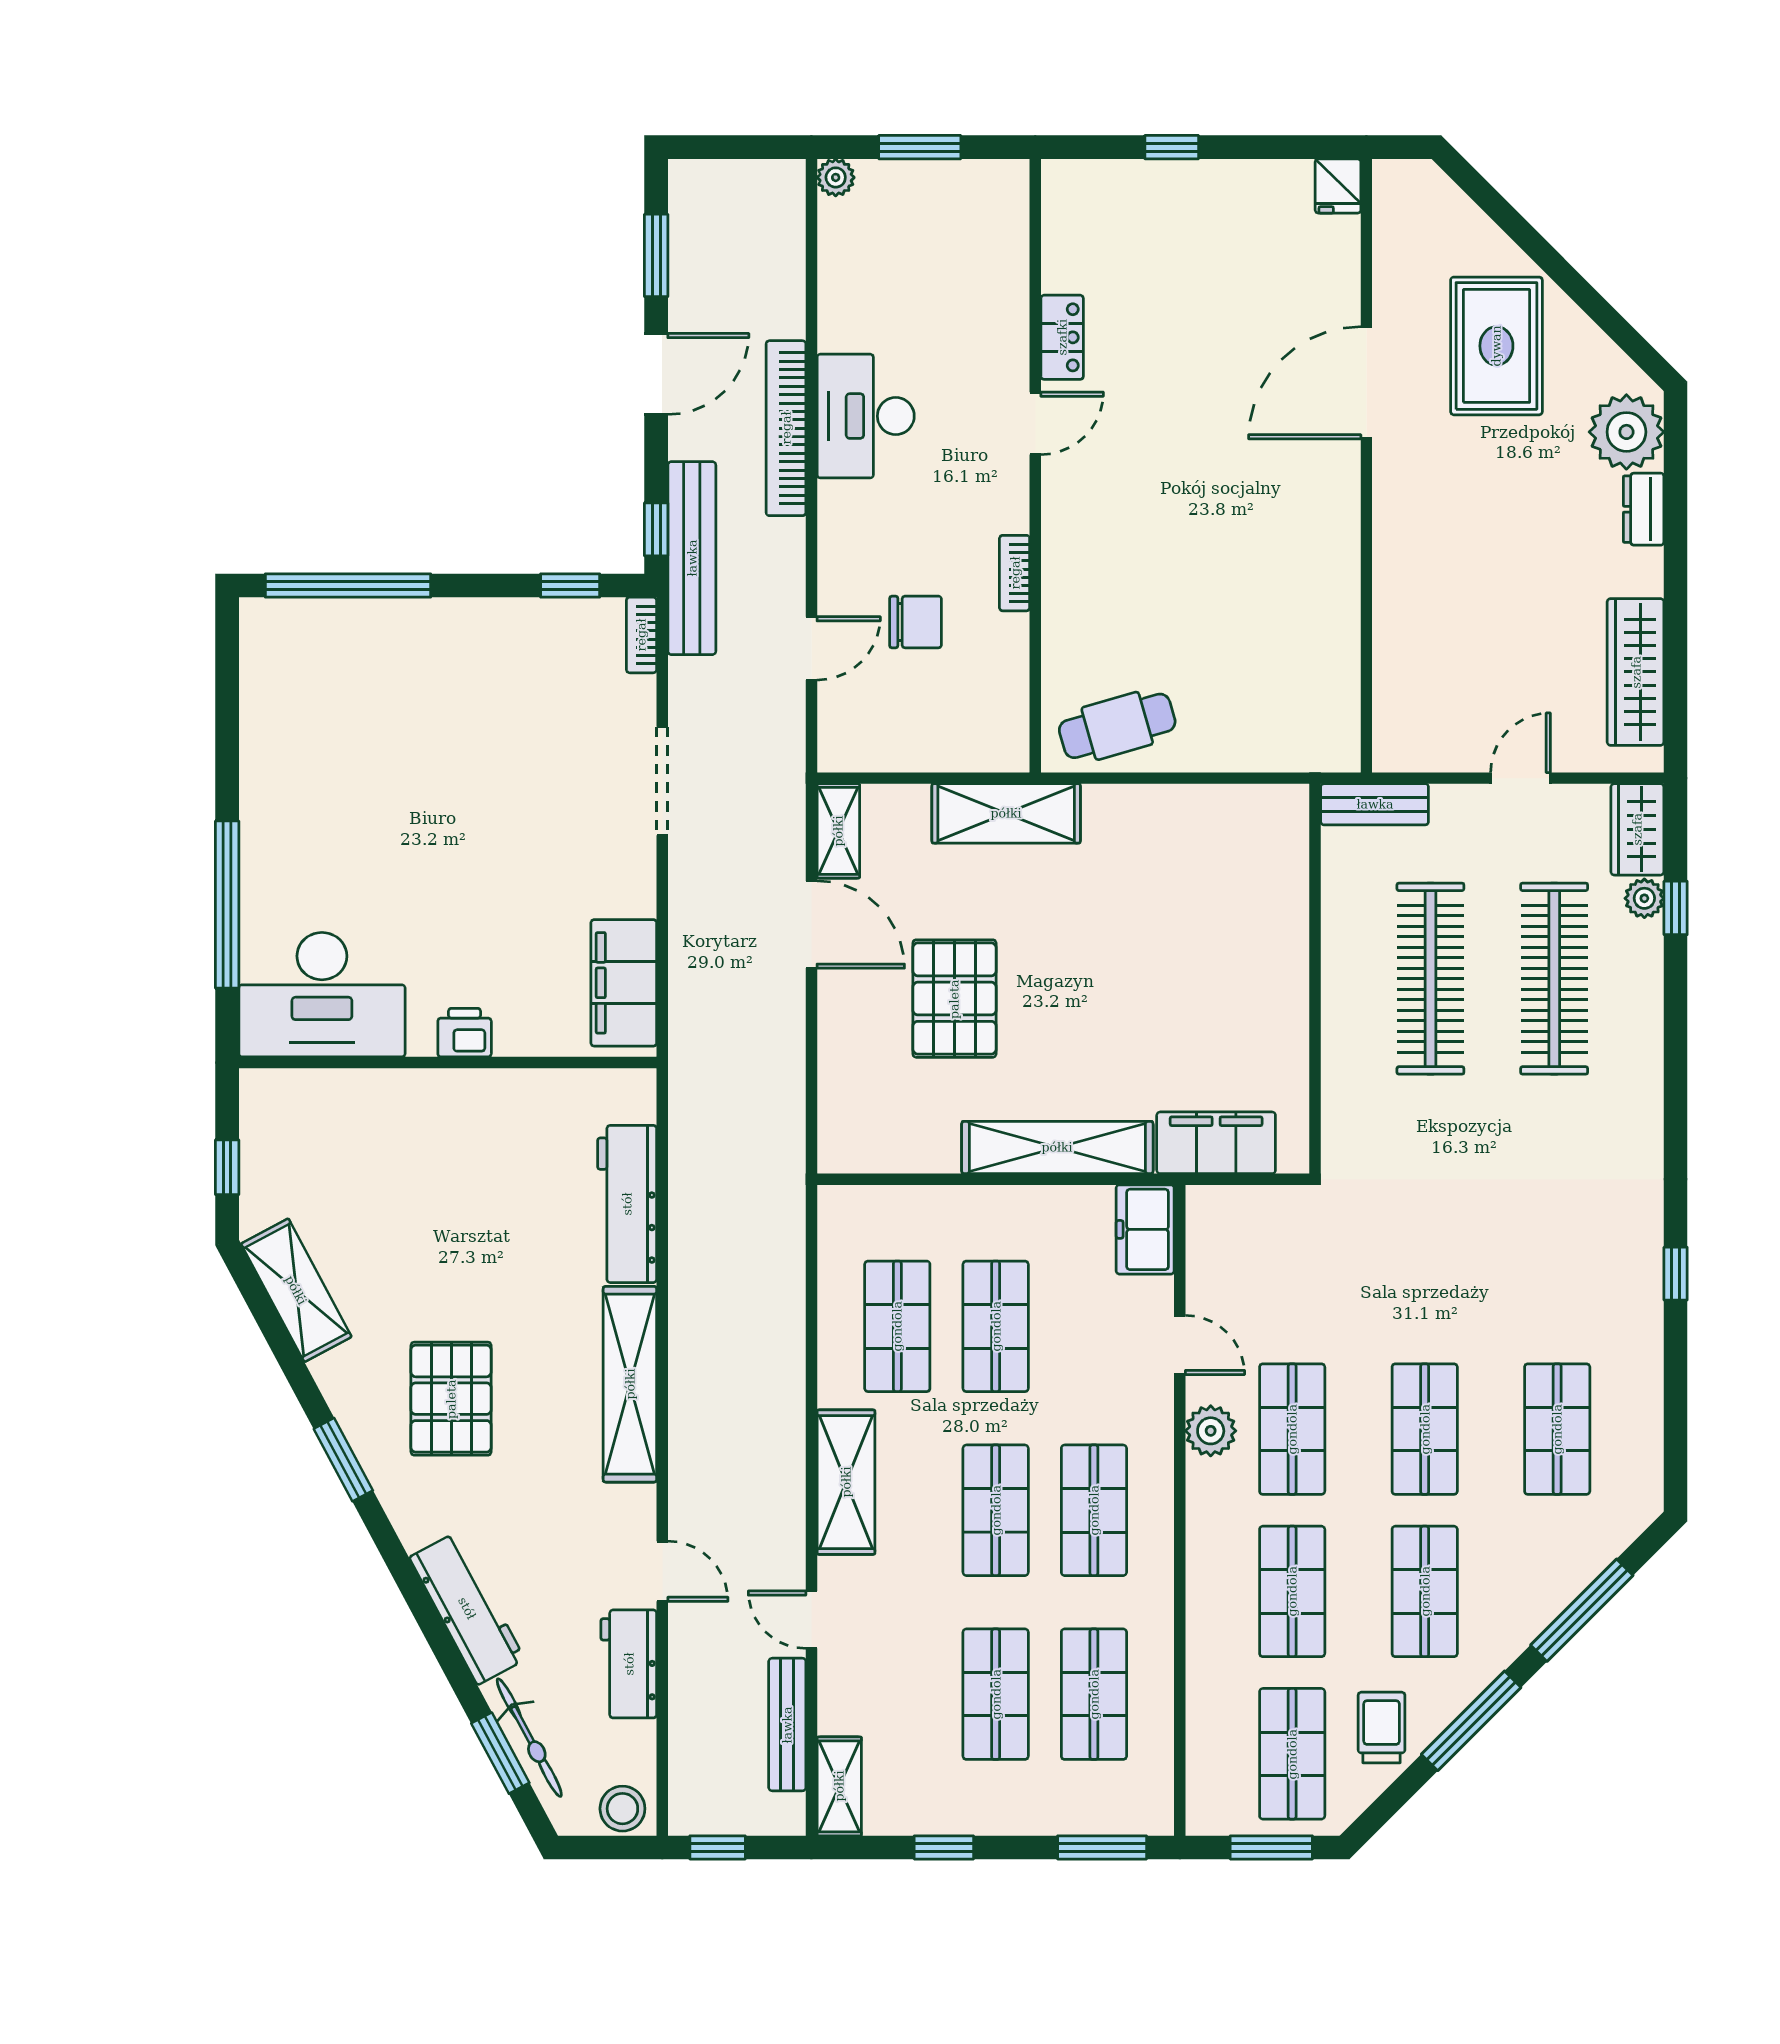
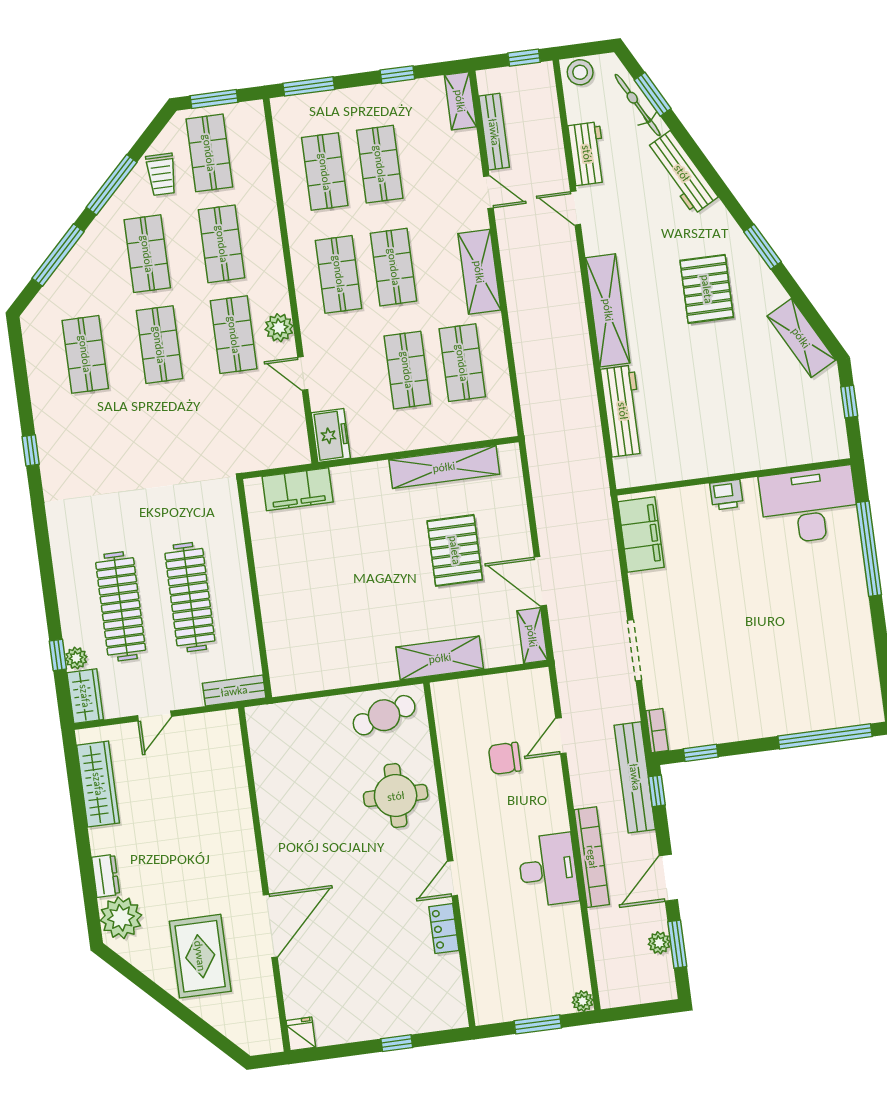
plant: (688, 262) -> (659, 943), added
bookcase: (1015, 573) -> (453, 793), removed
round table: (1116, 582) -> (396, 796), added
shelving: (1057, 1147) -> (444, 467), moved

